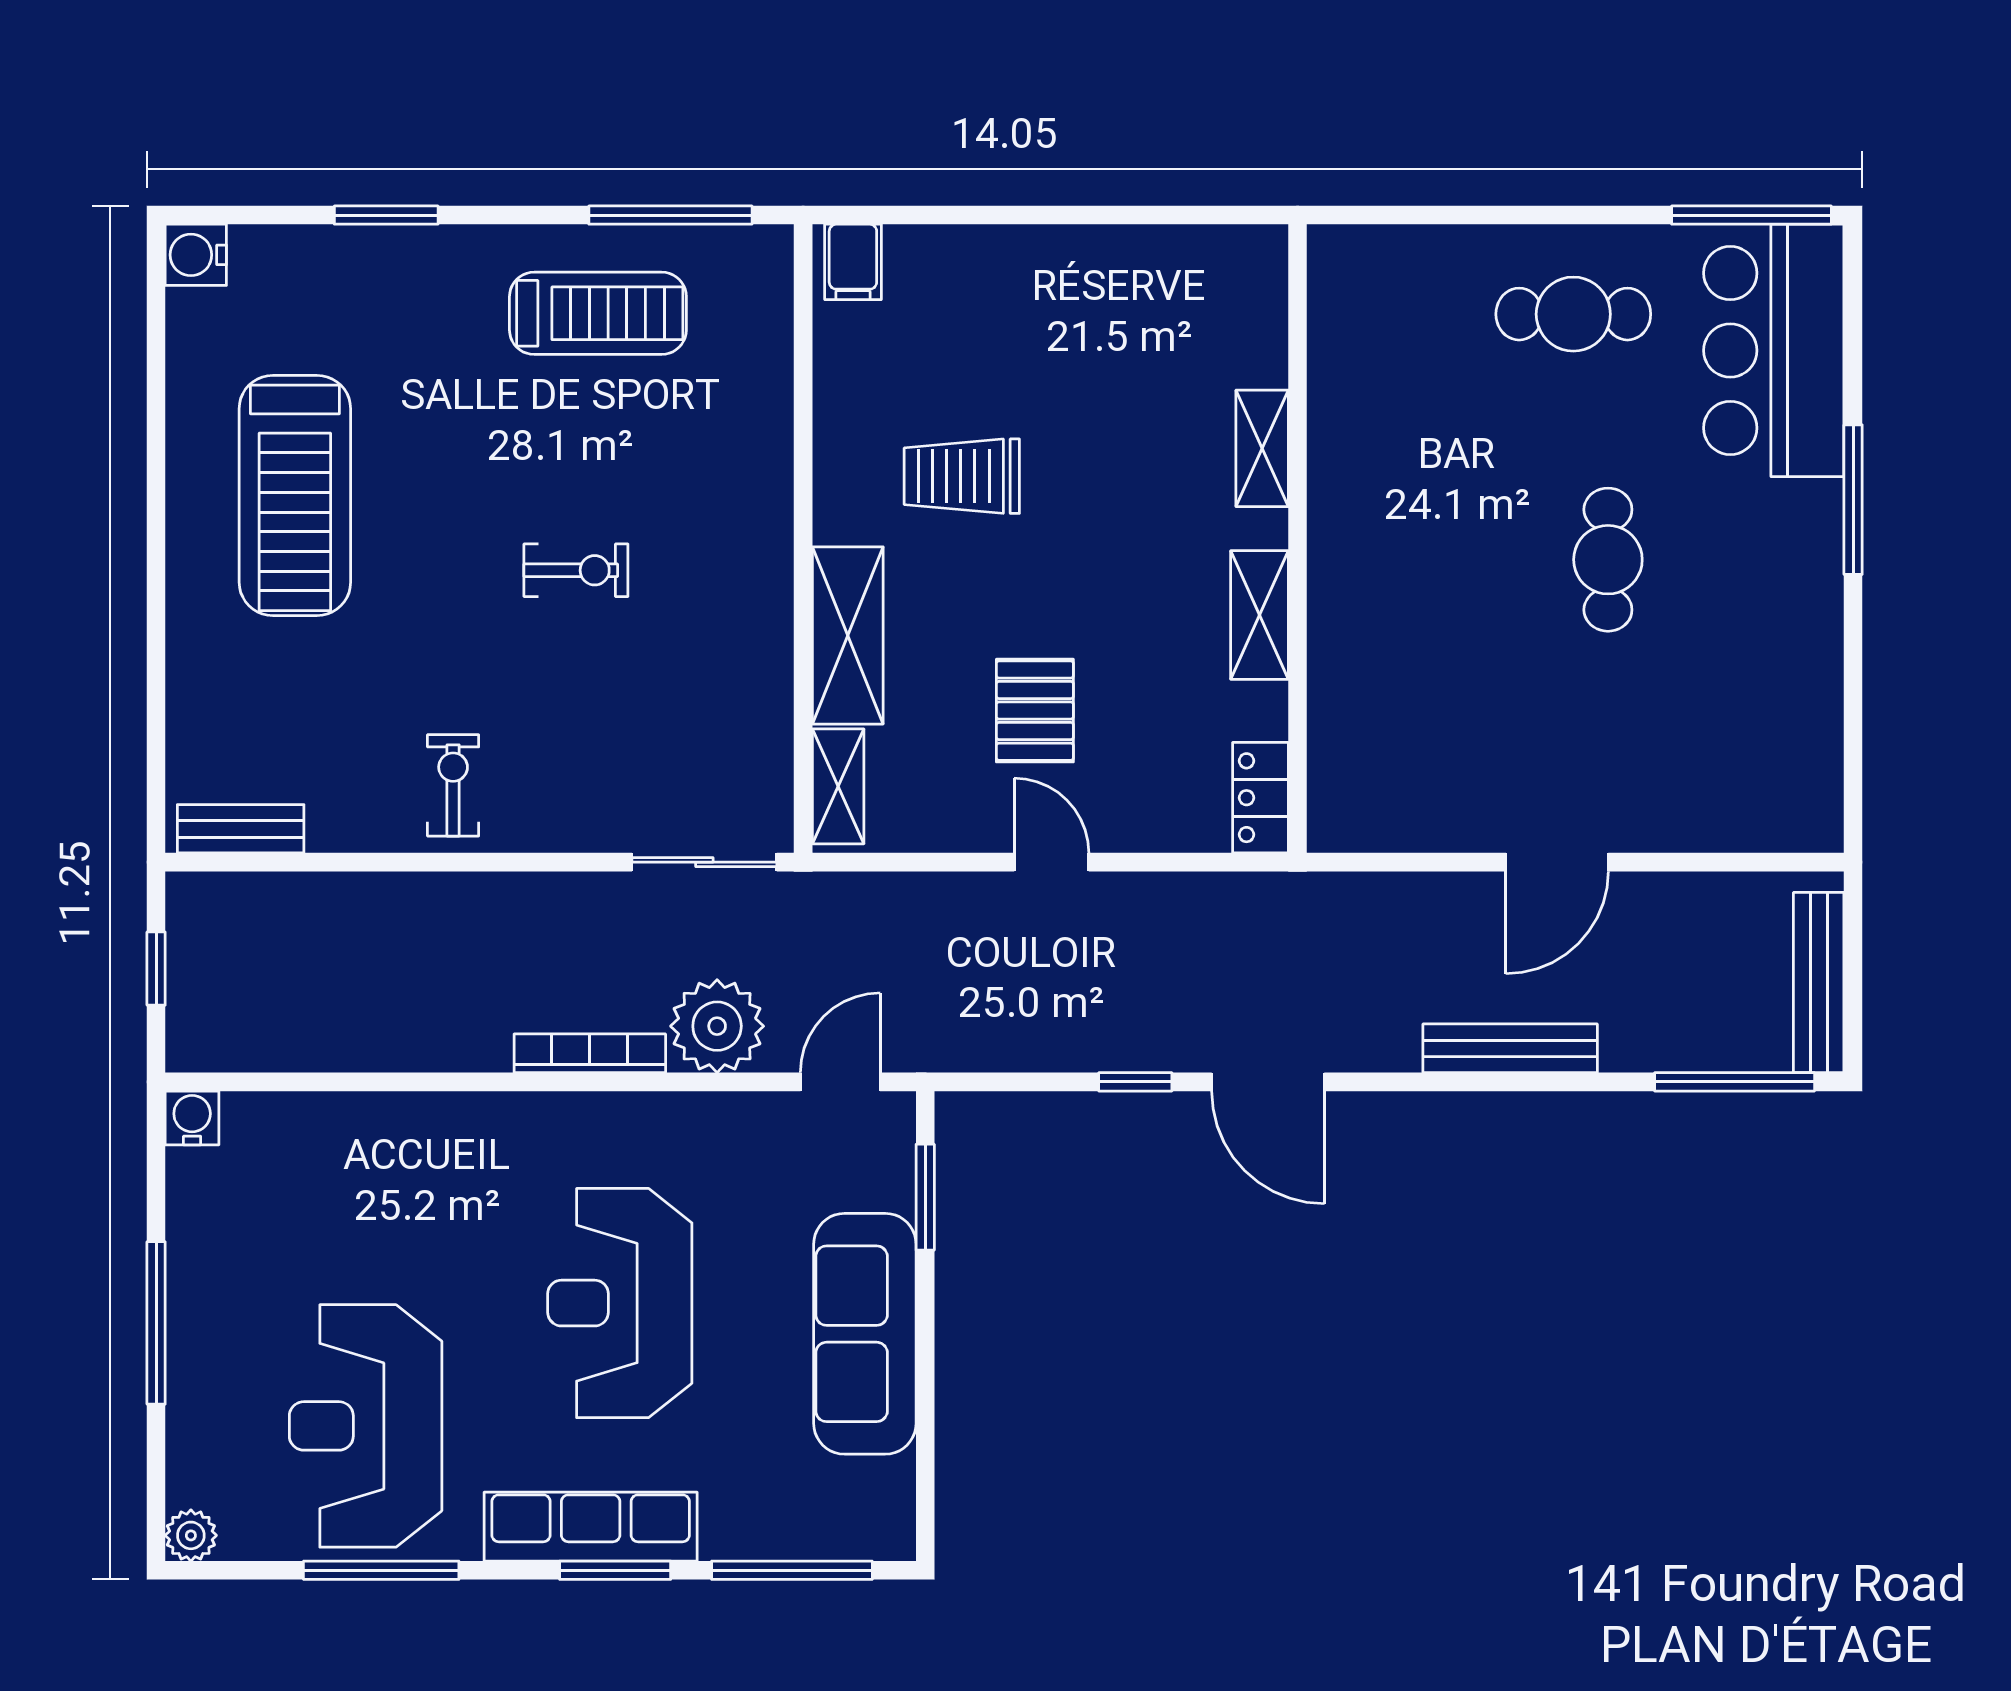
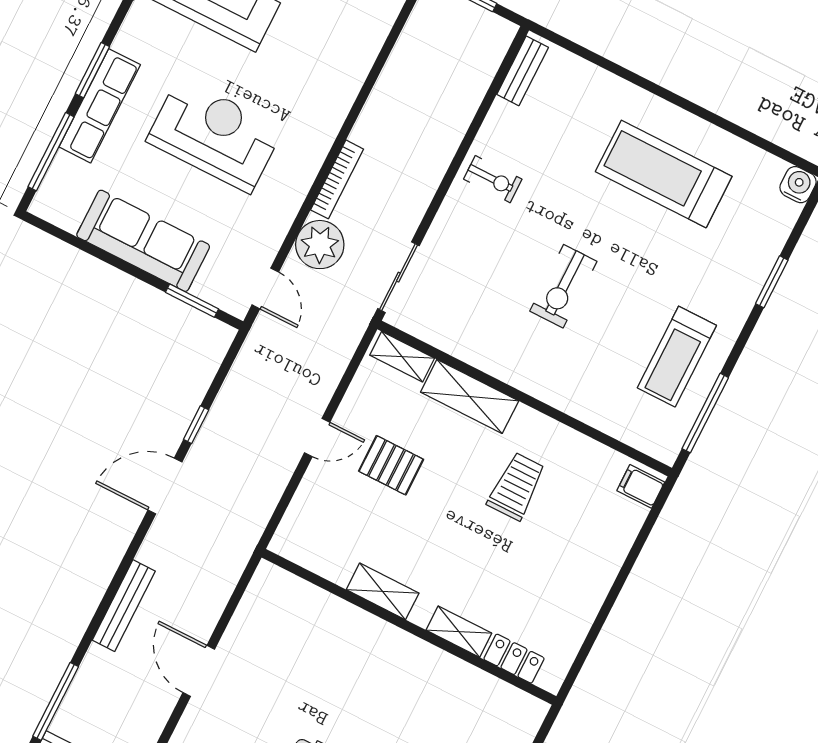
exercise bike: (576, 570) -> (563, 286), width x1.38, depth x1.39
locker: (1260, 798) -> (514, 659), moved
row of seats: (591, 1527) -> (100, 106), moved

